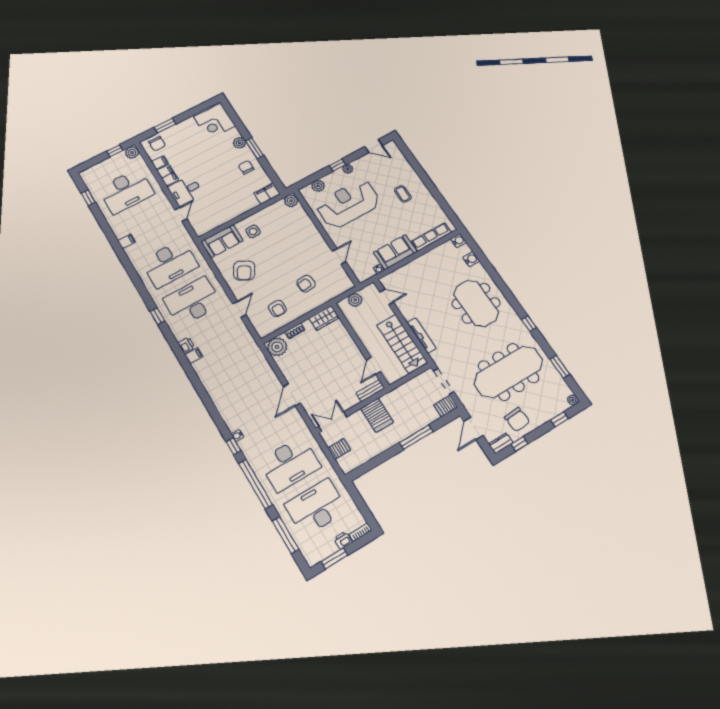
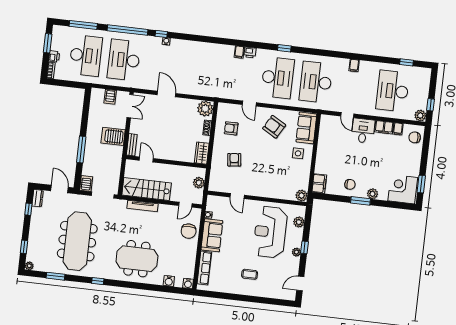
window: (165, 126) -> (421, 184), moved
reception desk: (348, 204) -> (270, 232), turned 180
chair: (517, 419) -> (189, 231), moved, turned -86

